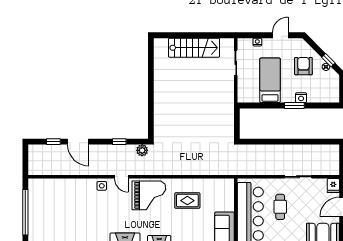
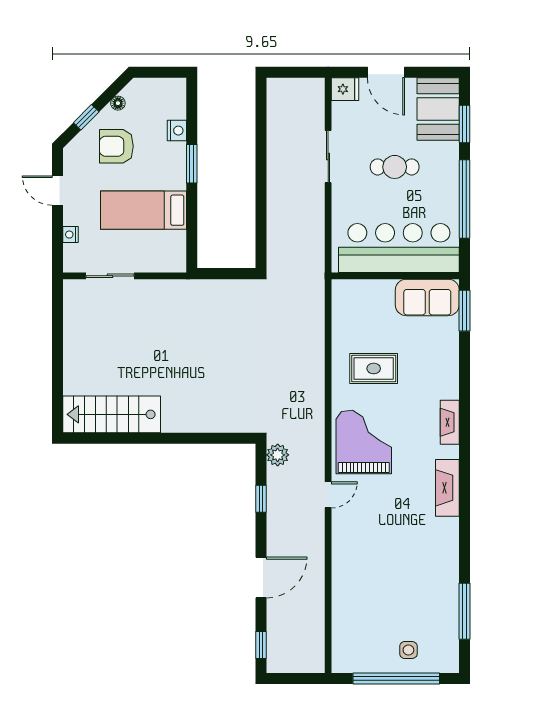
stairs: (194, 48) -> (112, 414), moved, turned -90
window: (328, 60) -> (86, 117), moved
nightstand: (301, 98) -> (177, 131), moved
window: (53, 142) -> (261, 645), moved
side table: (102, 186) -> (408, 650), moved
rug: (187, 201) -> (374, 368), turned 90
cafe table: (280, 207) -> (395, 167), moved

